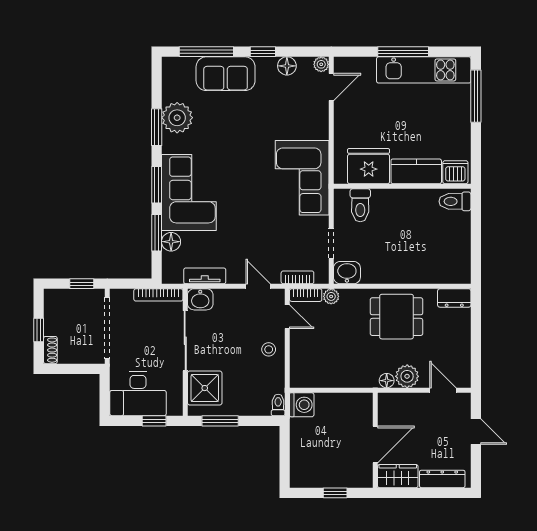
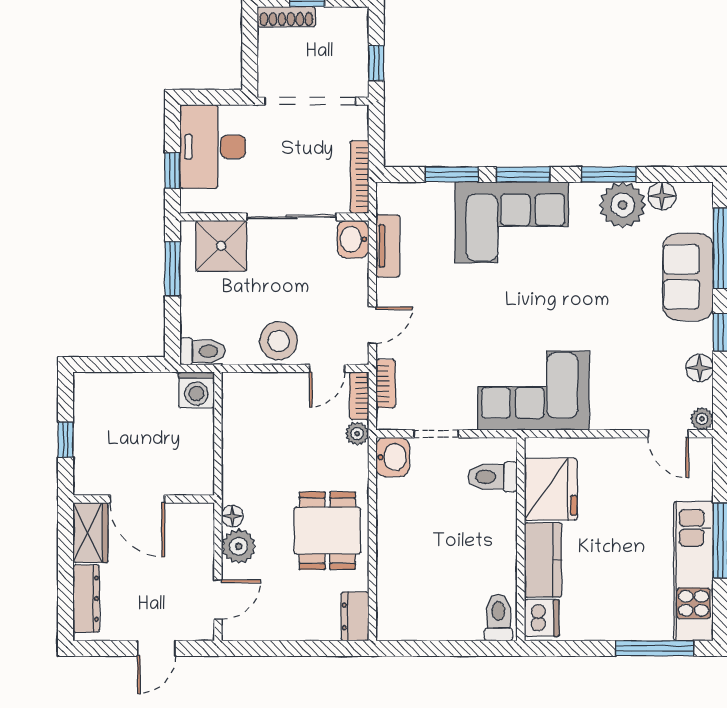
floor lamp: (171, 242) -> (662, 196), moved
stool: (269, 349) -> (279, 341), width x1.89, depth x1.89
shoe rack: (50, 350) -> (286, 17), width x1.43
toilet: (278, 405) -> (202, 351), width x1.37, depth x1.39

